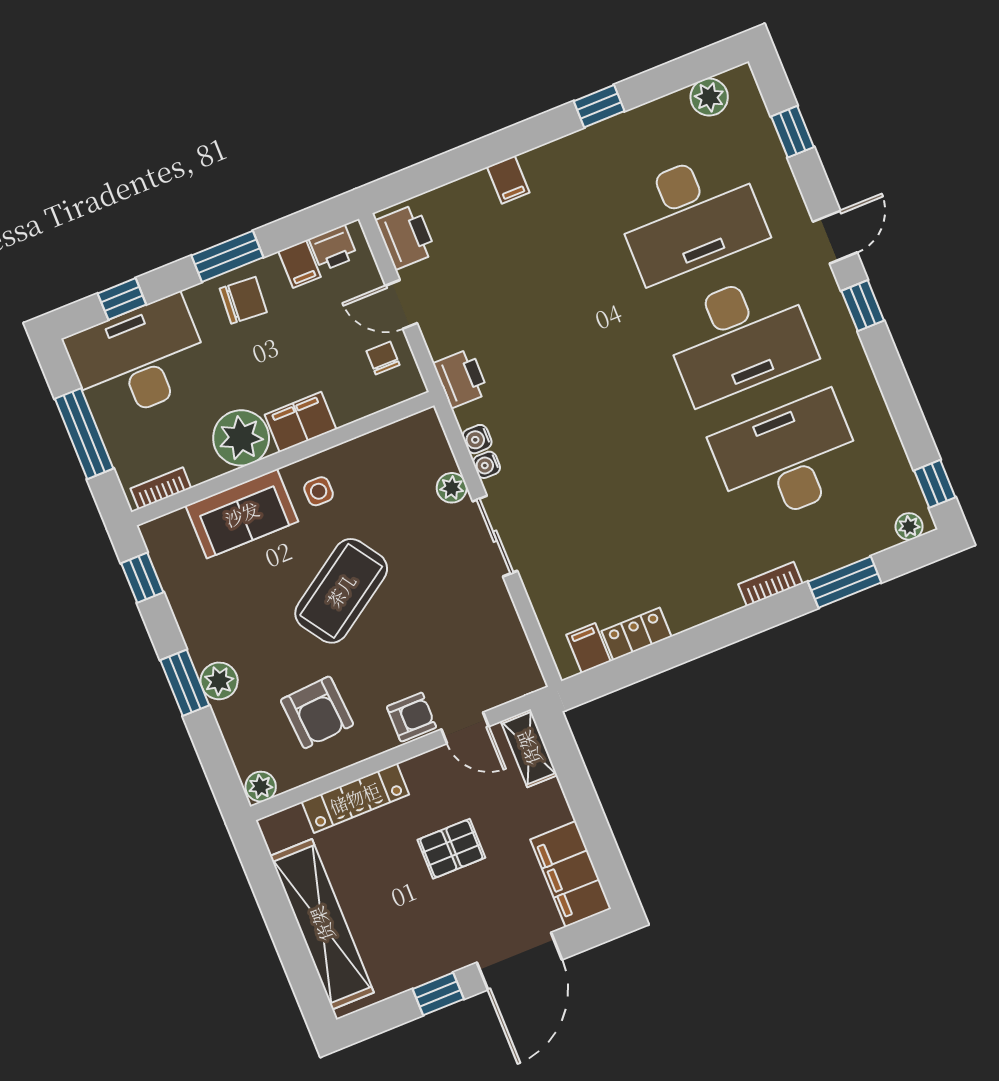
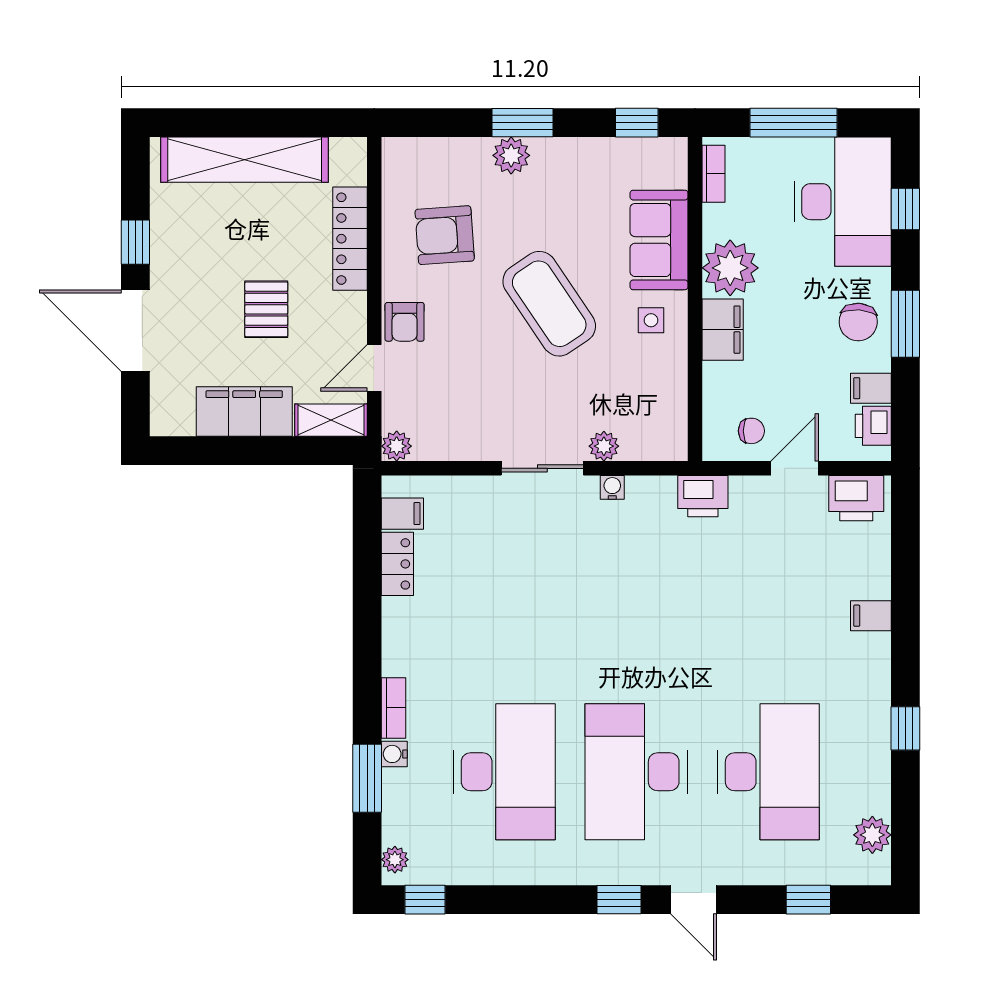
desk: (690, 216) -> (768, 772), turned 180
water cooler: (477, 439) -> (394, 754), moved, turned -90
plant: (261, 787) -> (397, 446), moved
filing cabinet: (571, 874) -> (244, 411), moved

